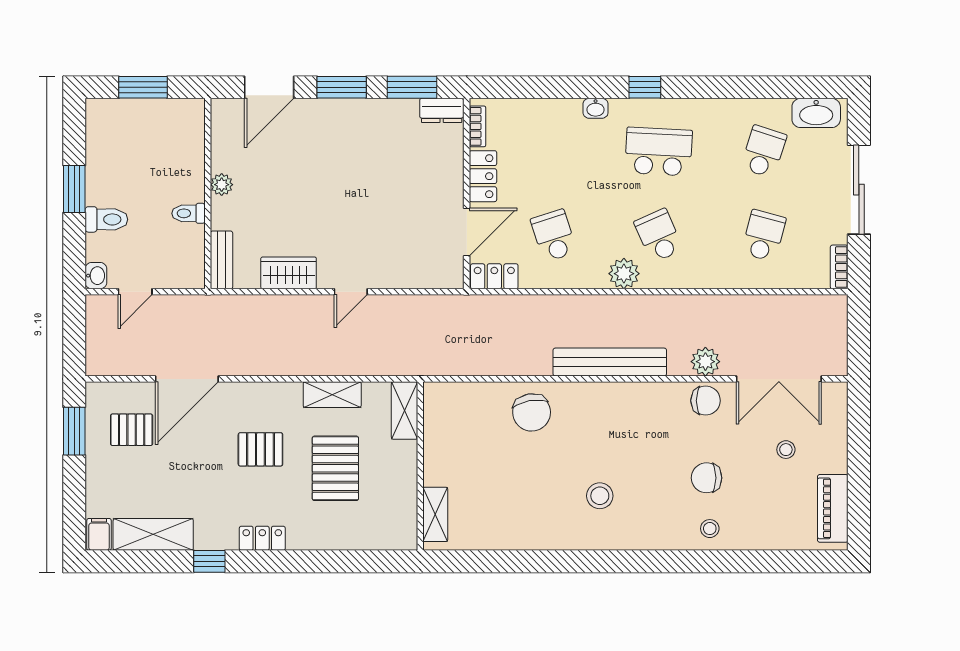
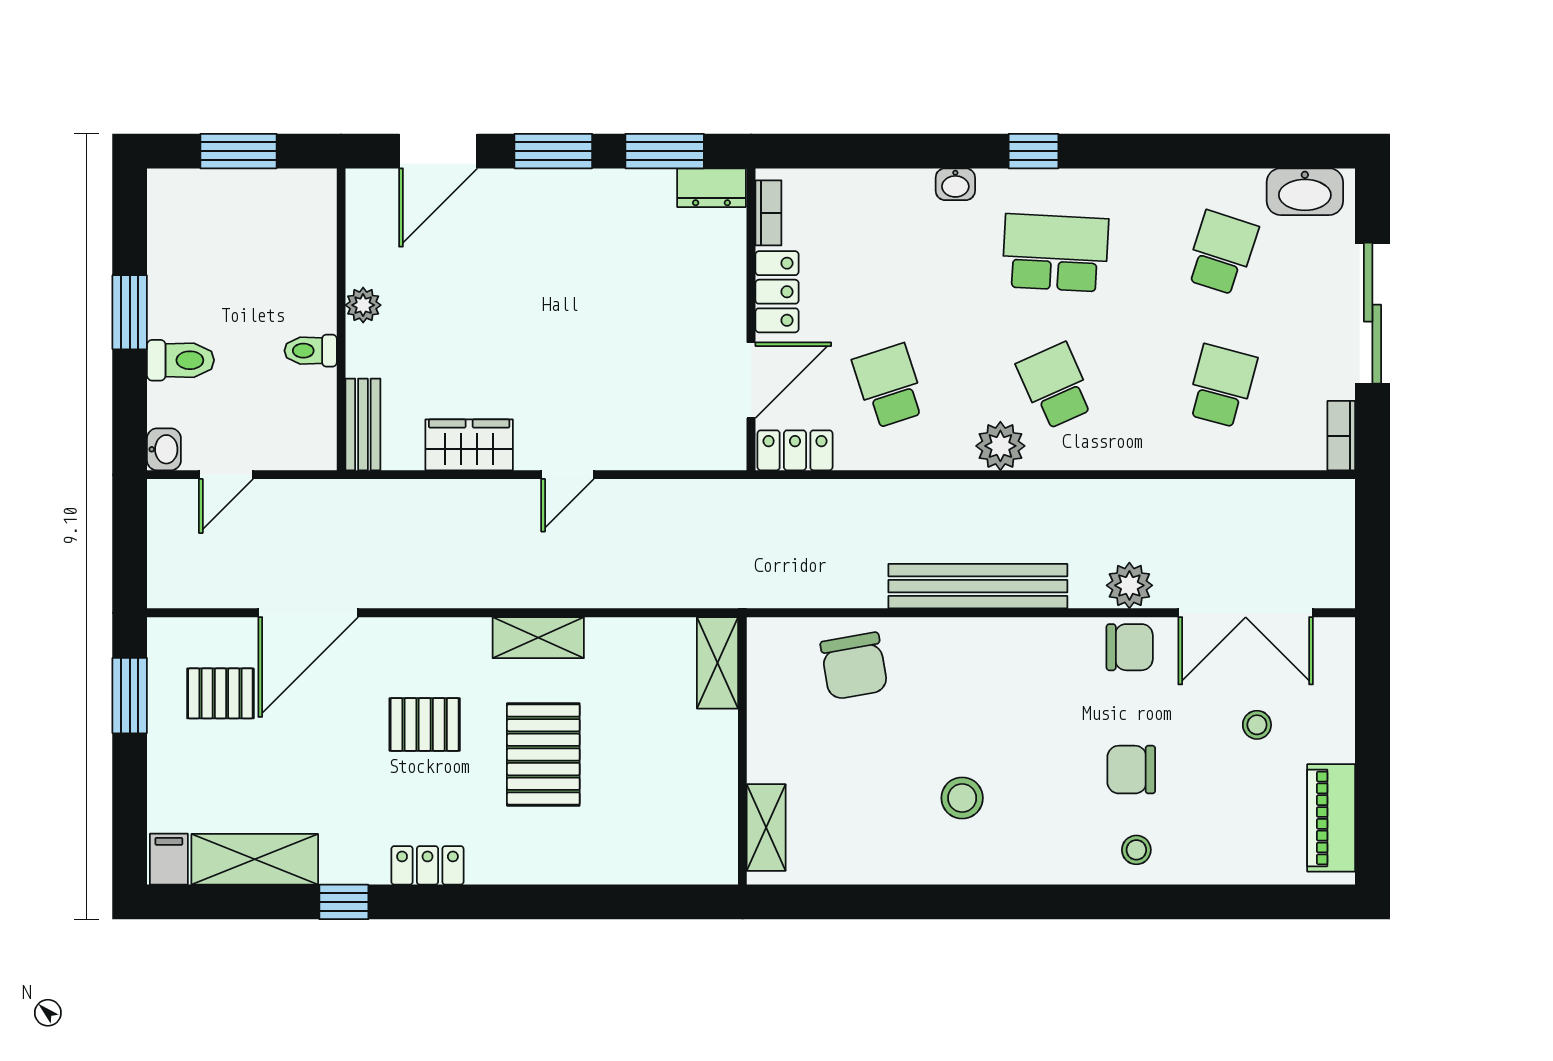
shelving: (405, 410) -> (718, 663), moved
wall: (420, 466) -> (742, 751), moved
shelving: (435, 514) -> (766, 828), moved

